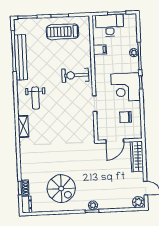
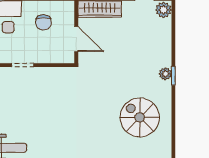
spiral stairs: (61, 189) -> (140, 117), turned -90

